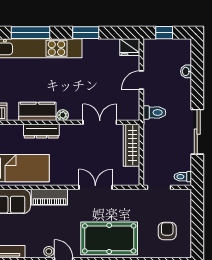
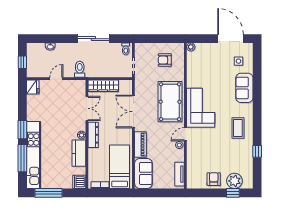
window: (86, 33) -> (22, 130), moved
door: (141, 80) -> (56, 79), swing flipped
double door: (100, 122) -> (87, 108), swing flipped
dresser: (41, 131) -> (93, 135), moved
double door: (95, 187) -> (133, 112), width x1.37

